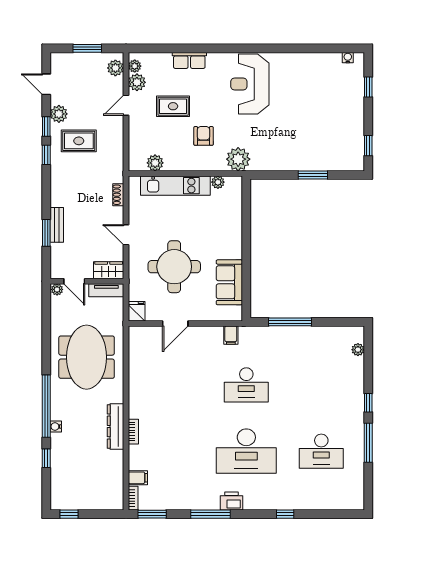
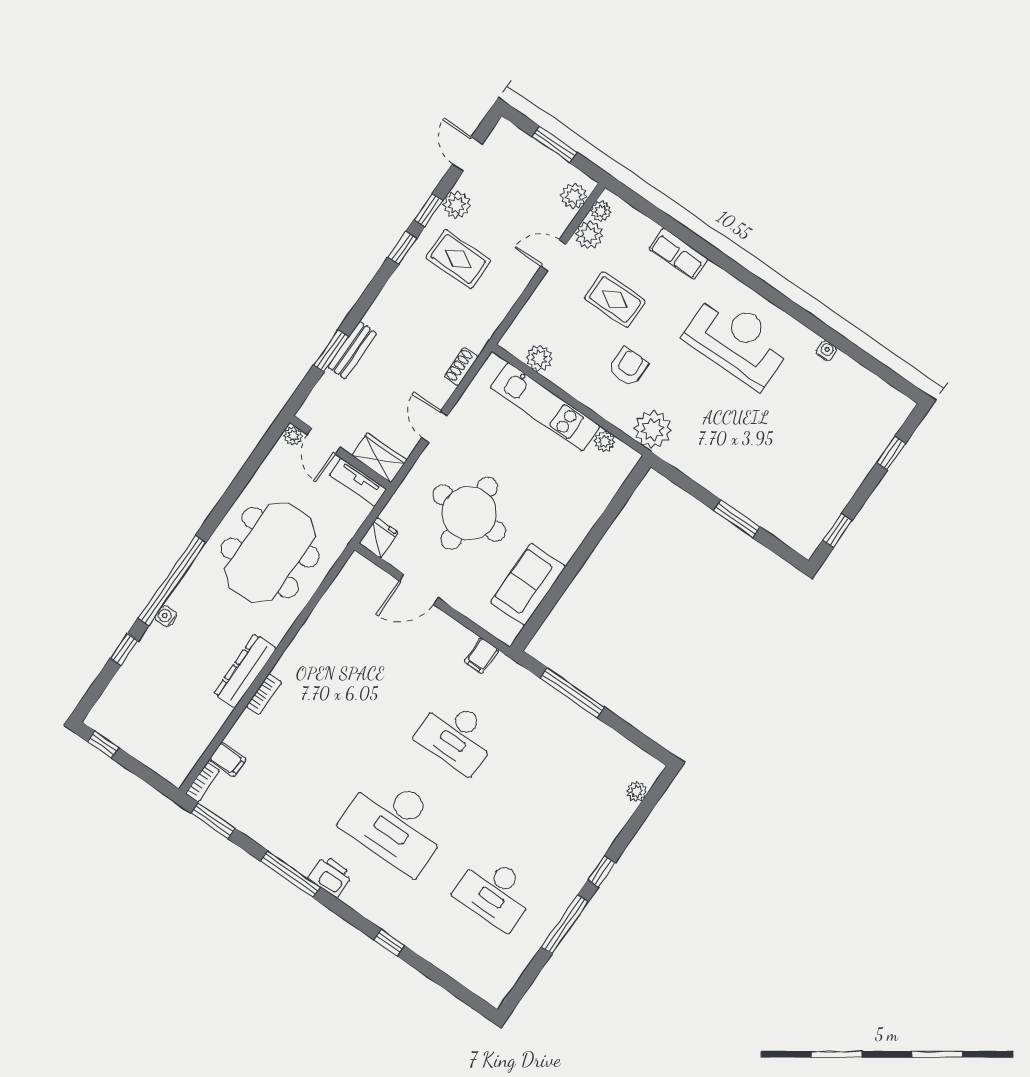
water cooler: (348, 58) -> (826, 351), moved
reception desk: (250, 84) -> (737, 341), turned 90

